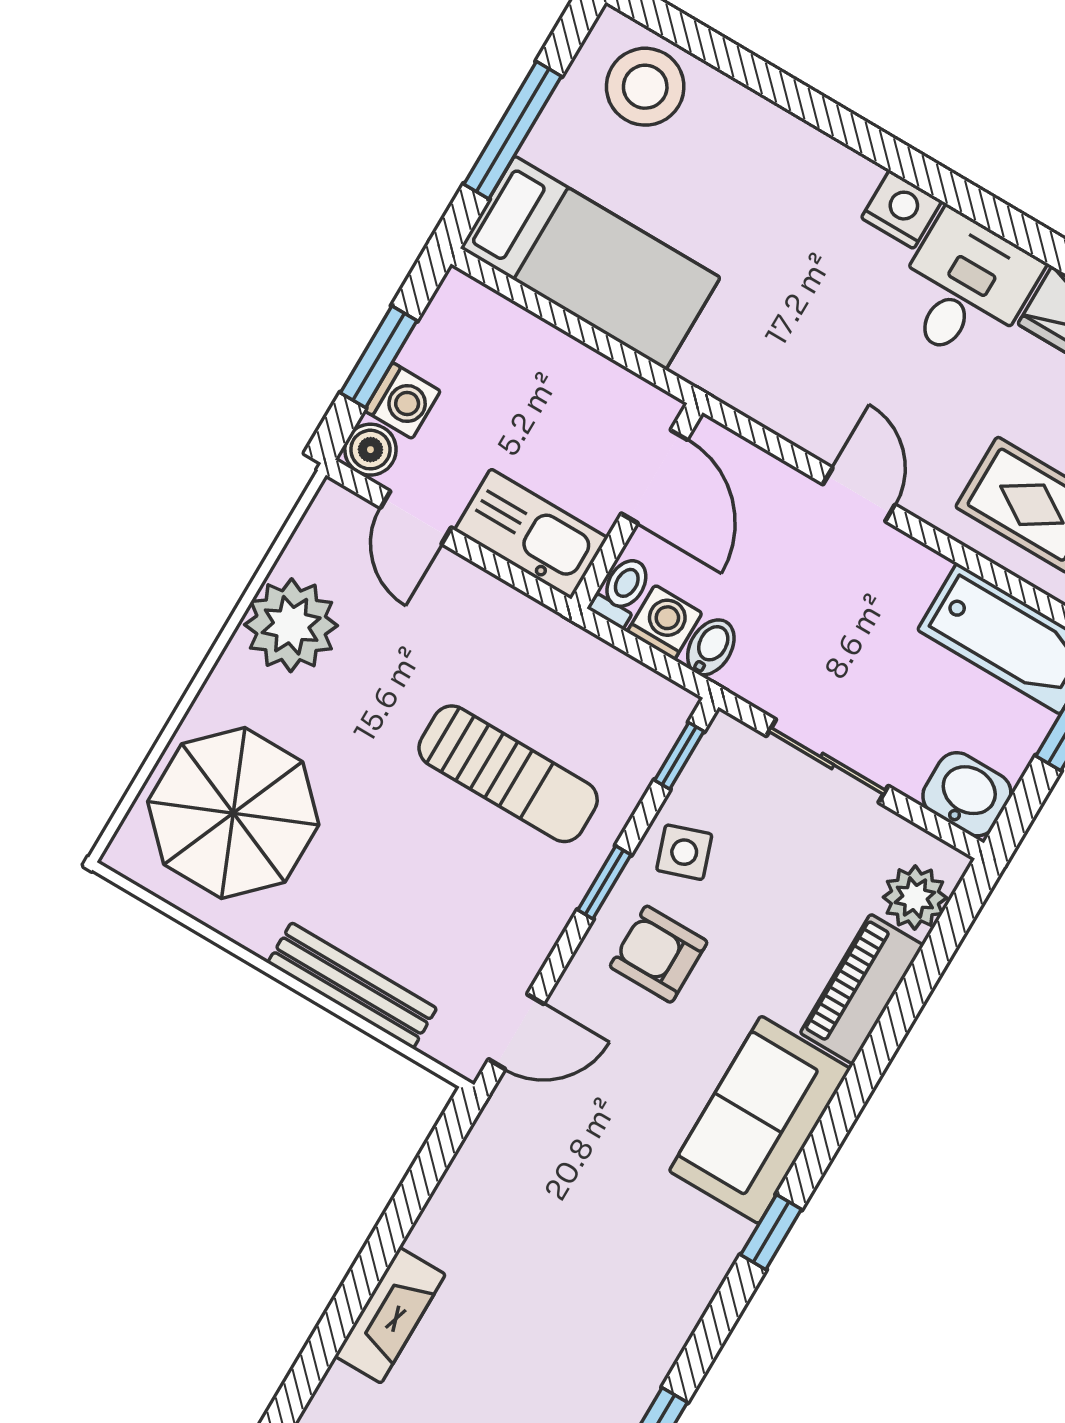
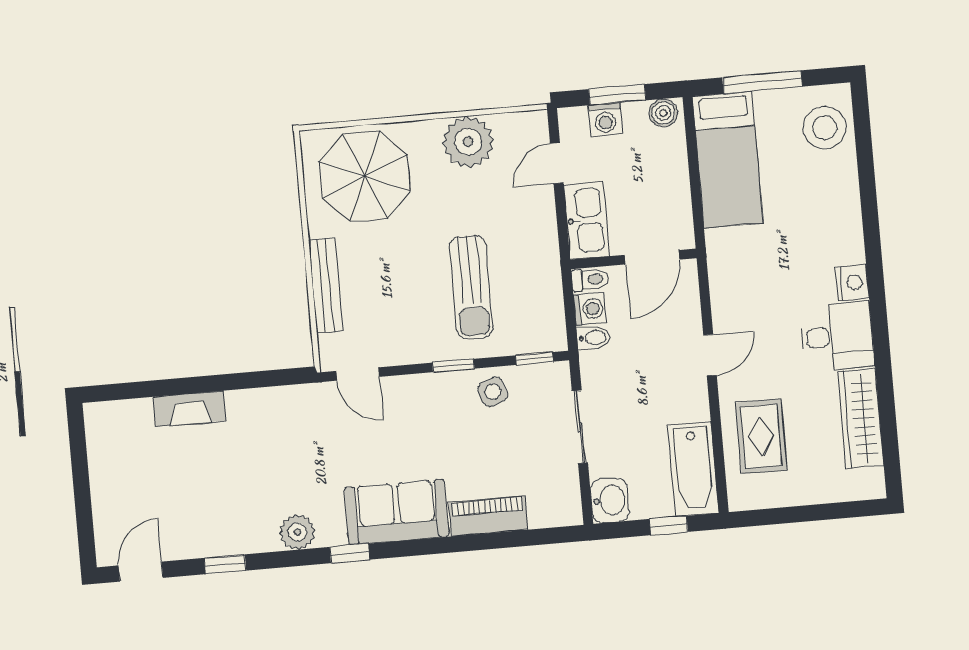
boiler: (370, 450) -> (663, 113), moved
plant: (915, 898) -> (297, 532), moved
armchair: (659, 954) -> (439, 413), removed

